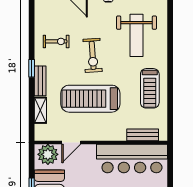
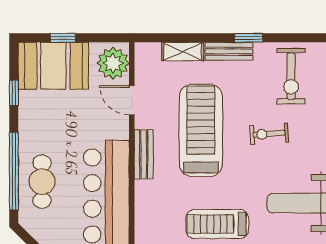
exercise bike: (56, 41) -> (291, 76), width x1.38, depth x1.39
exercise bike: (93, 55) -> (269, 134), width x0.73, depth x0.72
bench: (143, 135) -> (144, 154), moved

